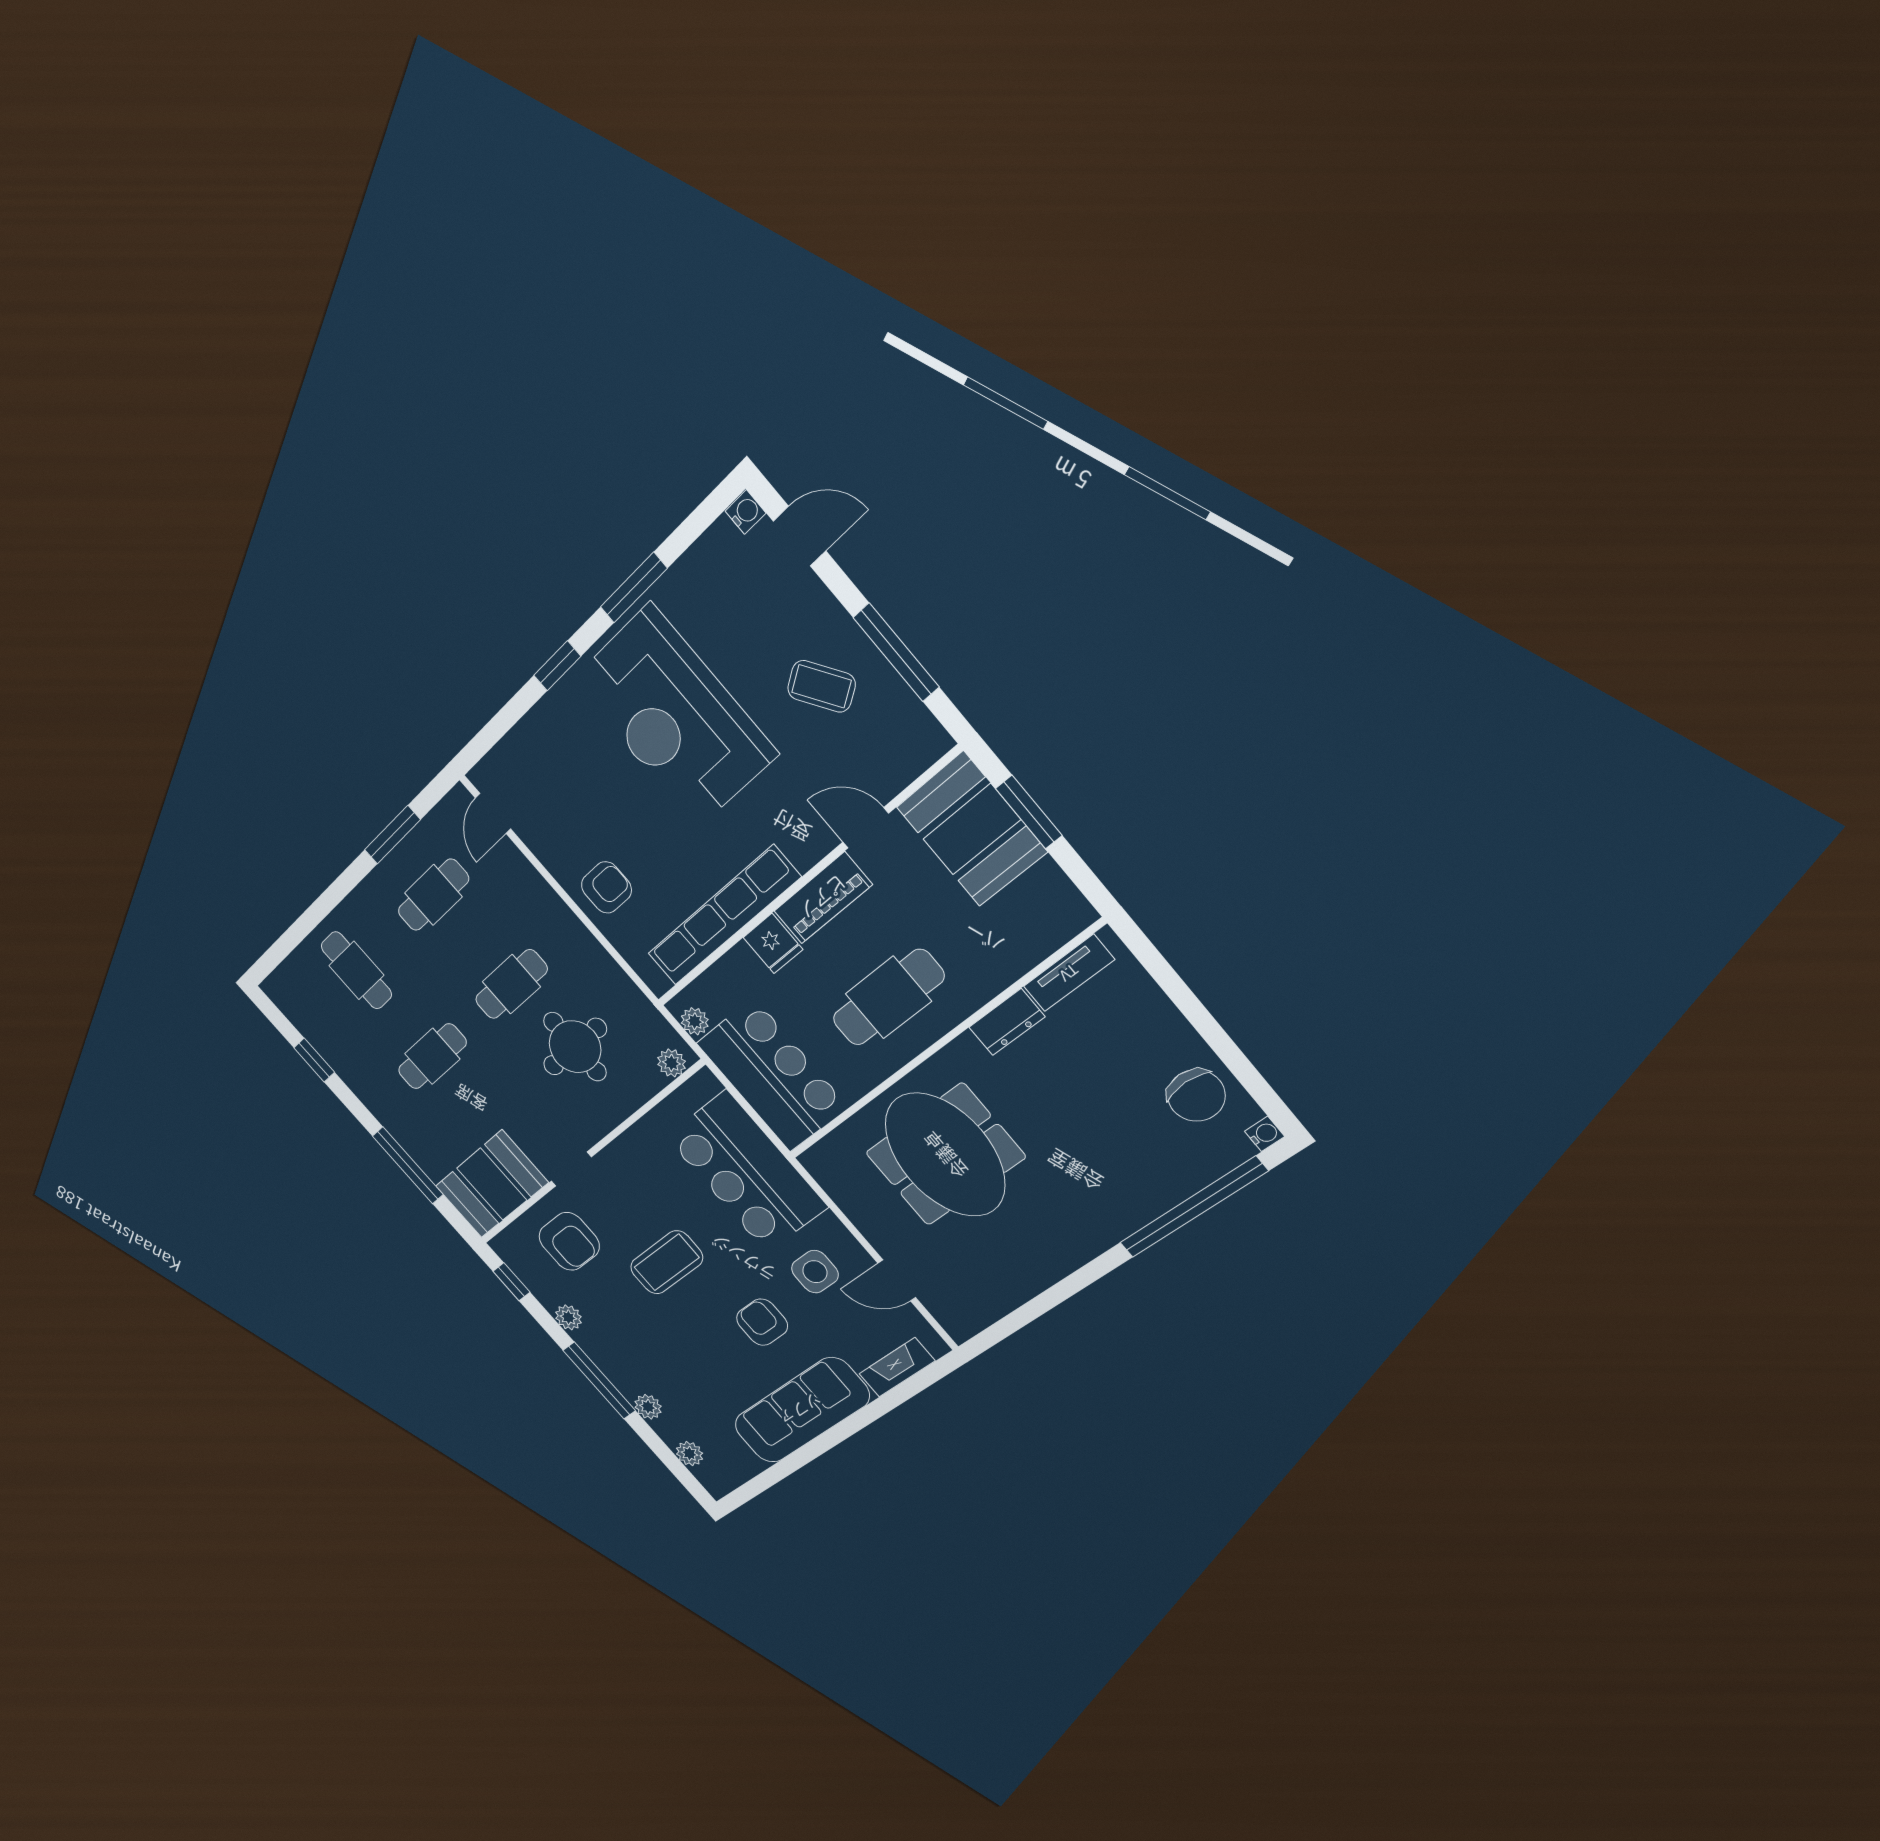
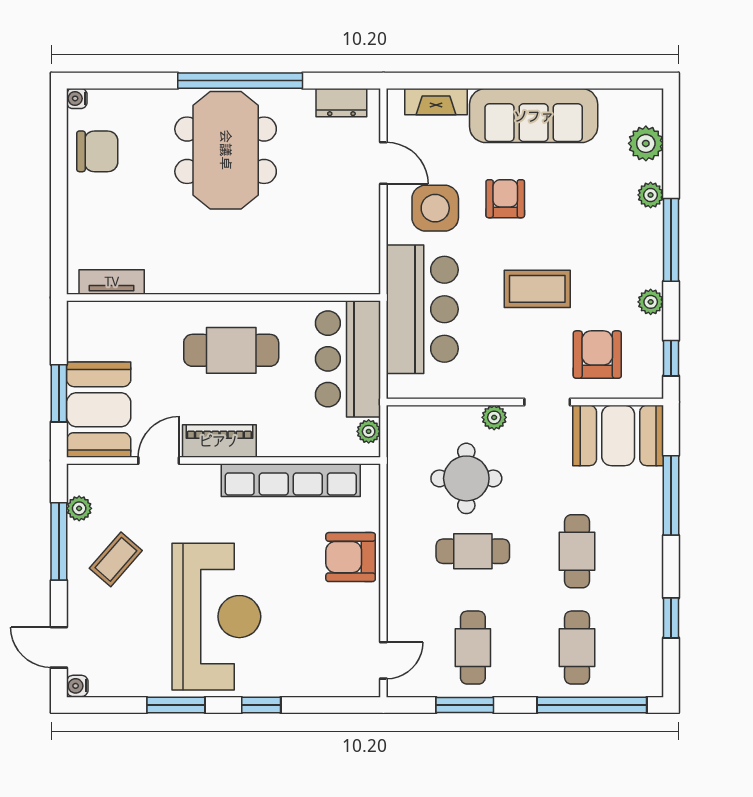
coffee table: (821, 686) -> (116, 559), turned 74
plant: (905, 707) -> (79, 508), added
door: (866, 828) -> (159, 461), swing flipped
armchair: (606, 887) -> (351, 557), width x1.38, depth x1.38
cafe table: (433, 895) -> (473, 648), turned 90
window: (300, 929) -> (592, 705), added
fridge: (773, 944) -> (274, 439), removed
dresser: (1007, 1022) -> (341, 103), moved, turned 180
cafe table: (432, 1056) -> (577, 551), turned 90
plant: (671, 1063) -> (494, 417), moved
chair: (1196, 1096) -> (97, 151), turned 90
meeting table: (945, 1155) -> (226, 150), moved
window: (1193, 1207) -> (240, 81), moved
side table: (815, 1272) -> (435, 208), width x1.37, depth x1.37
armchair: (762, 1322) -> (505, 199), turned 180
plant: (689, 1454) -> (646, 143), width x1.38, depth x1.38

